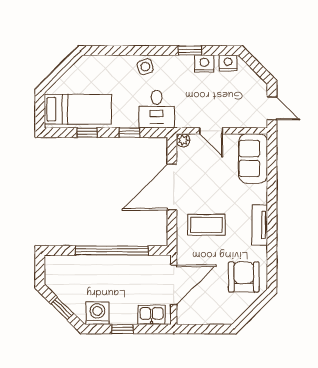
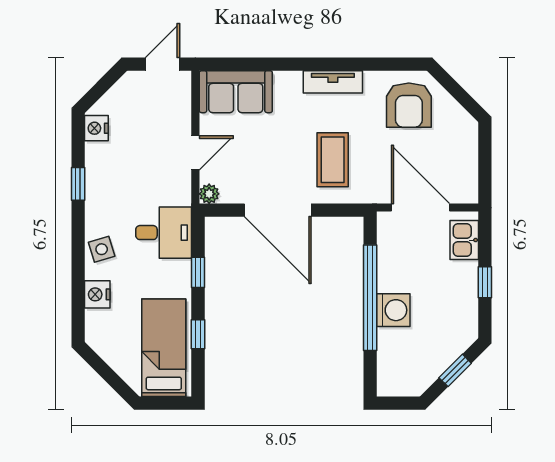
nightstand: (204, 64) -> (97, 294), moved
armchair: (244, 277) -> (409, 105), turned -90
washing machine: (97, 313) -> (393, 310), moved, turned 180

